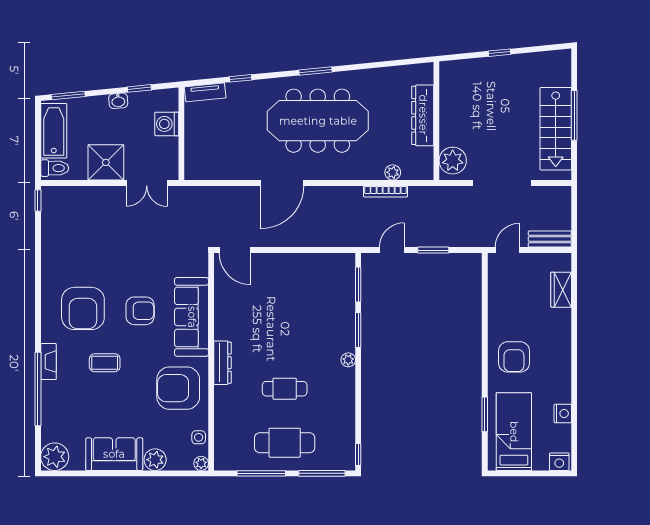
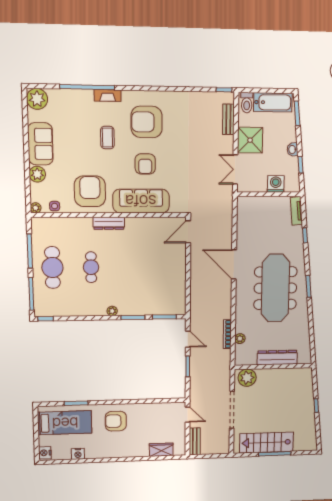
bench: (78, 194) -> (228, 119), added

